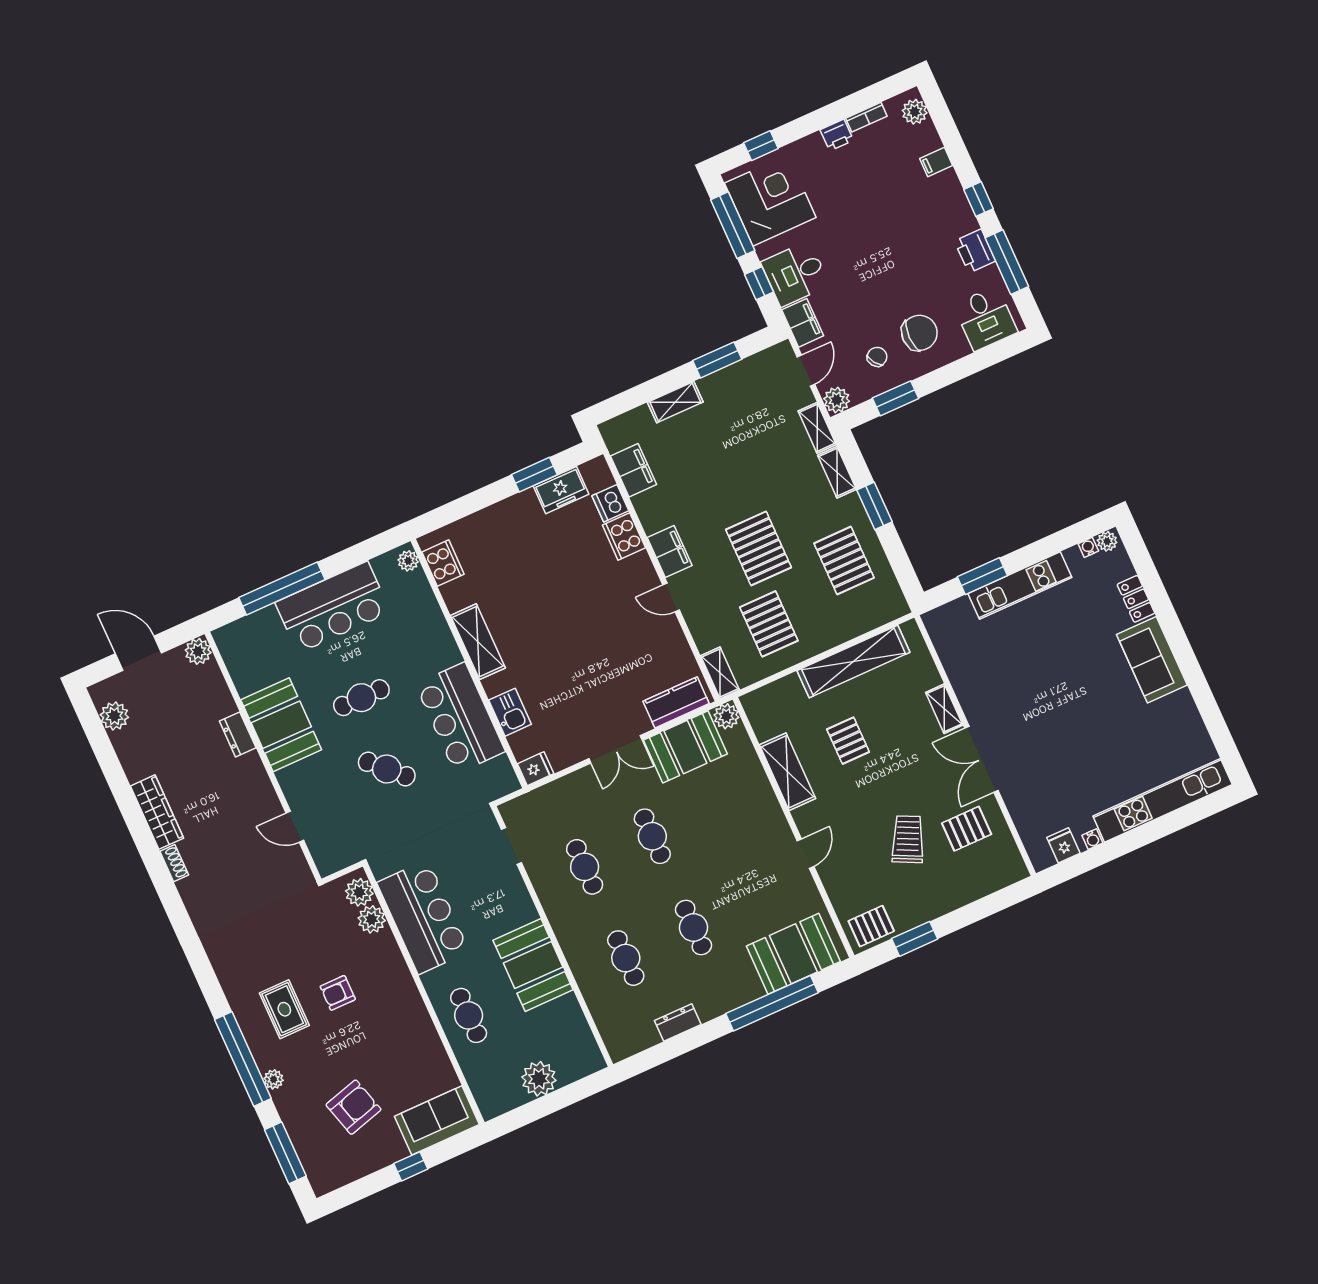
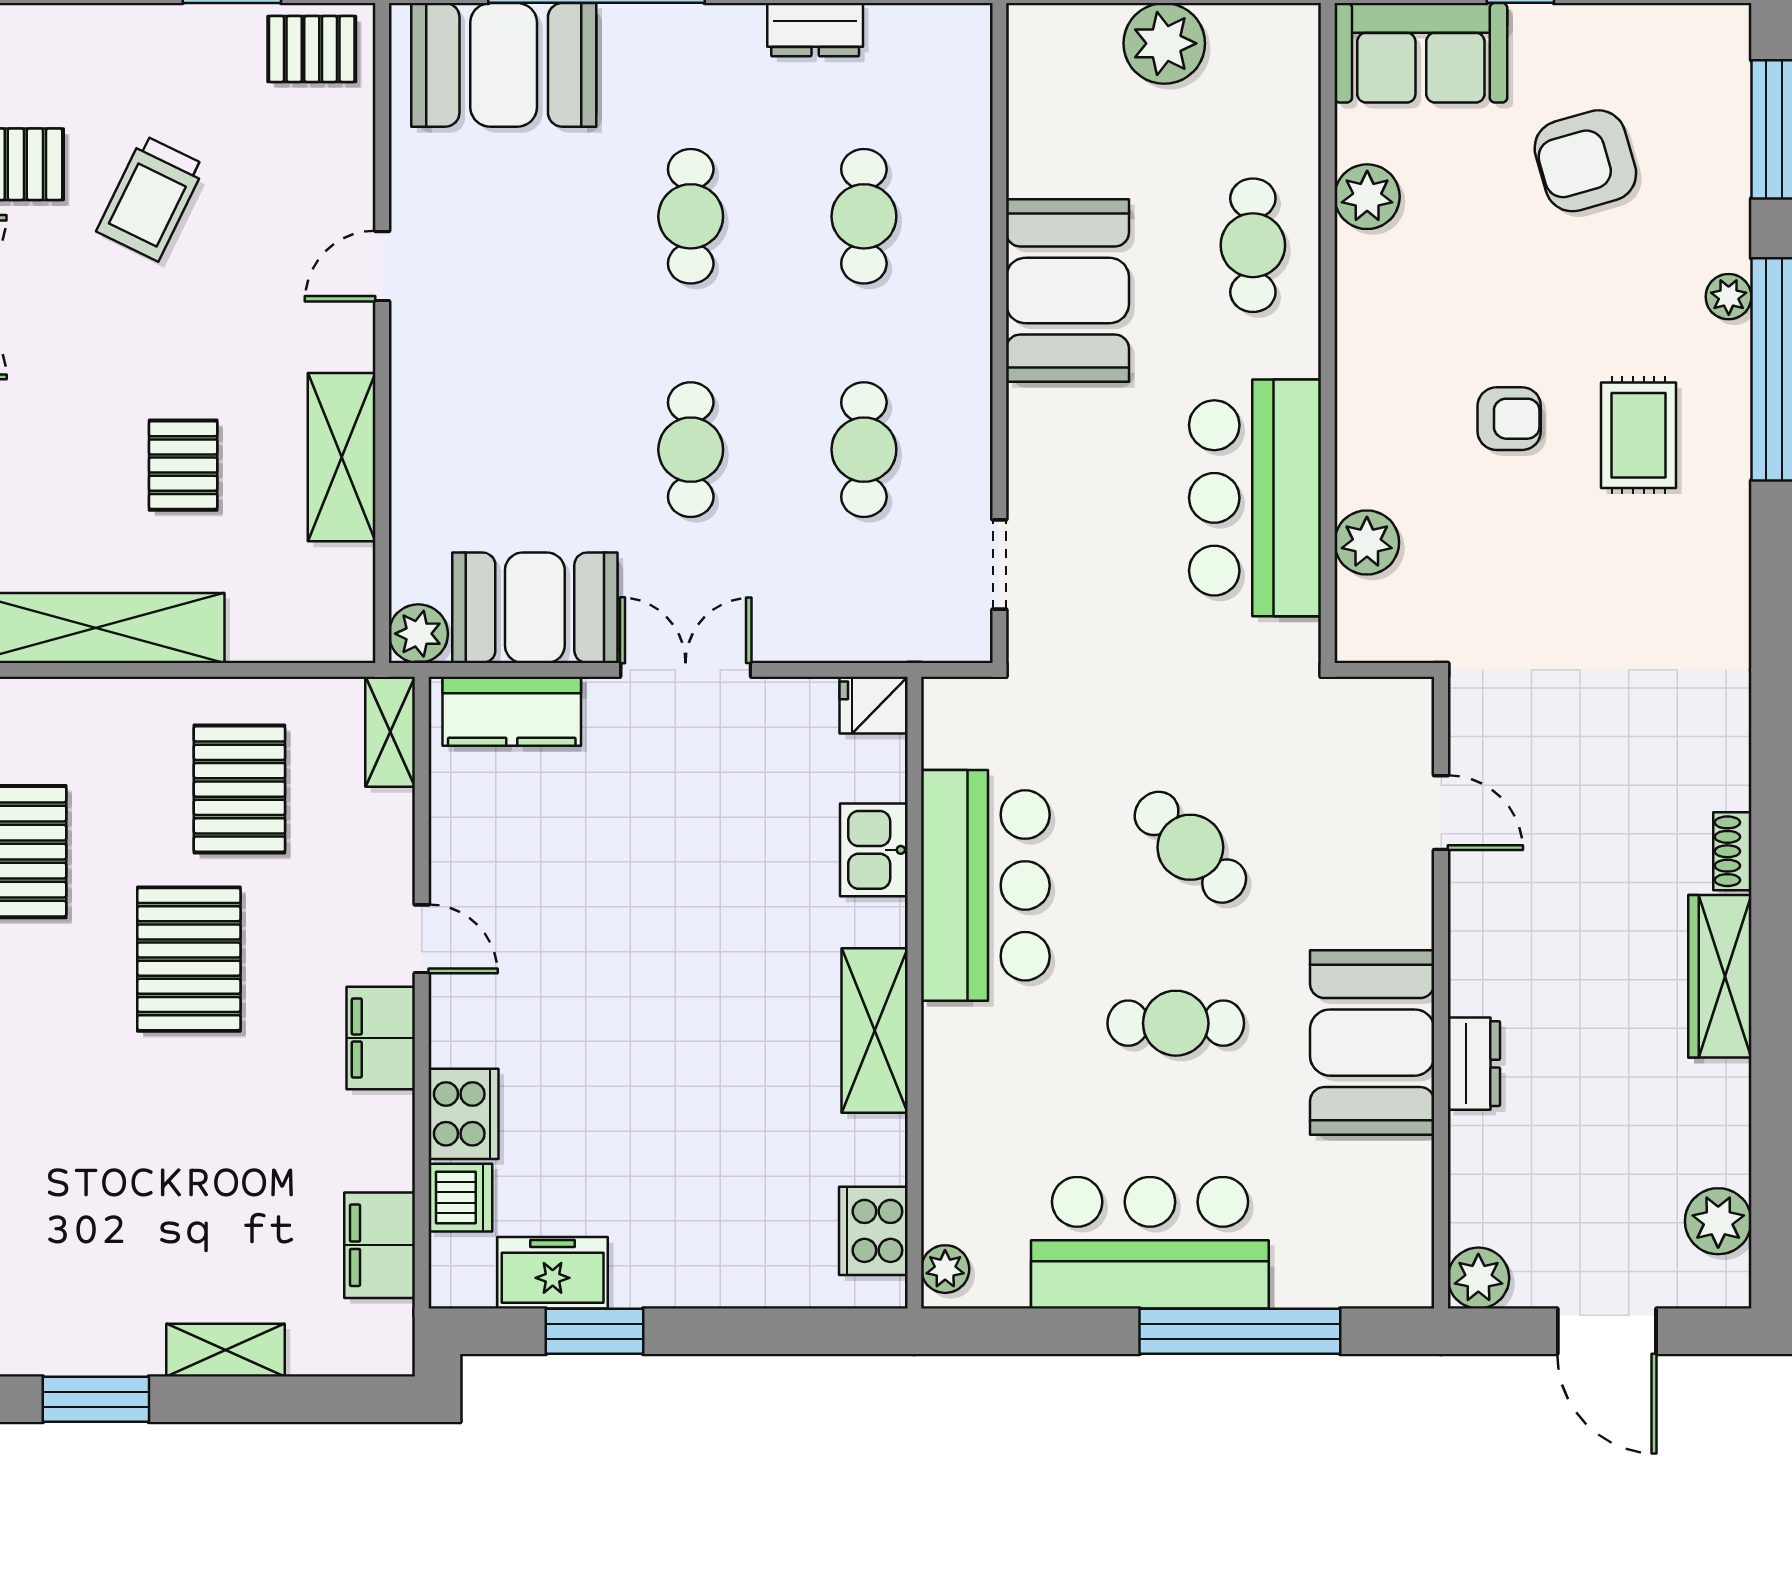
plant: (359, 892) -> (1367, 197), moved

